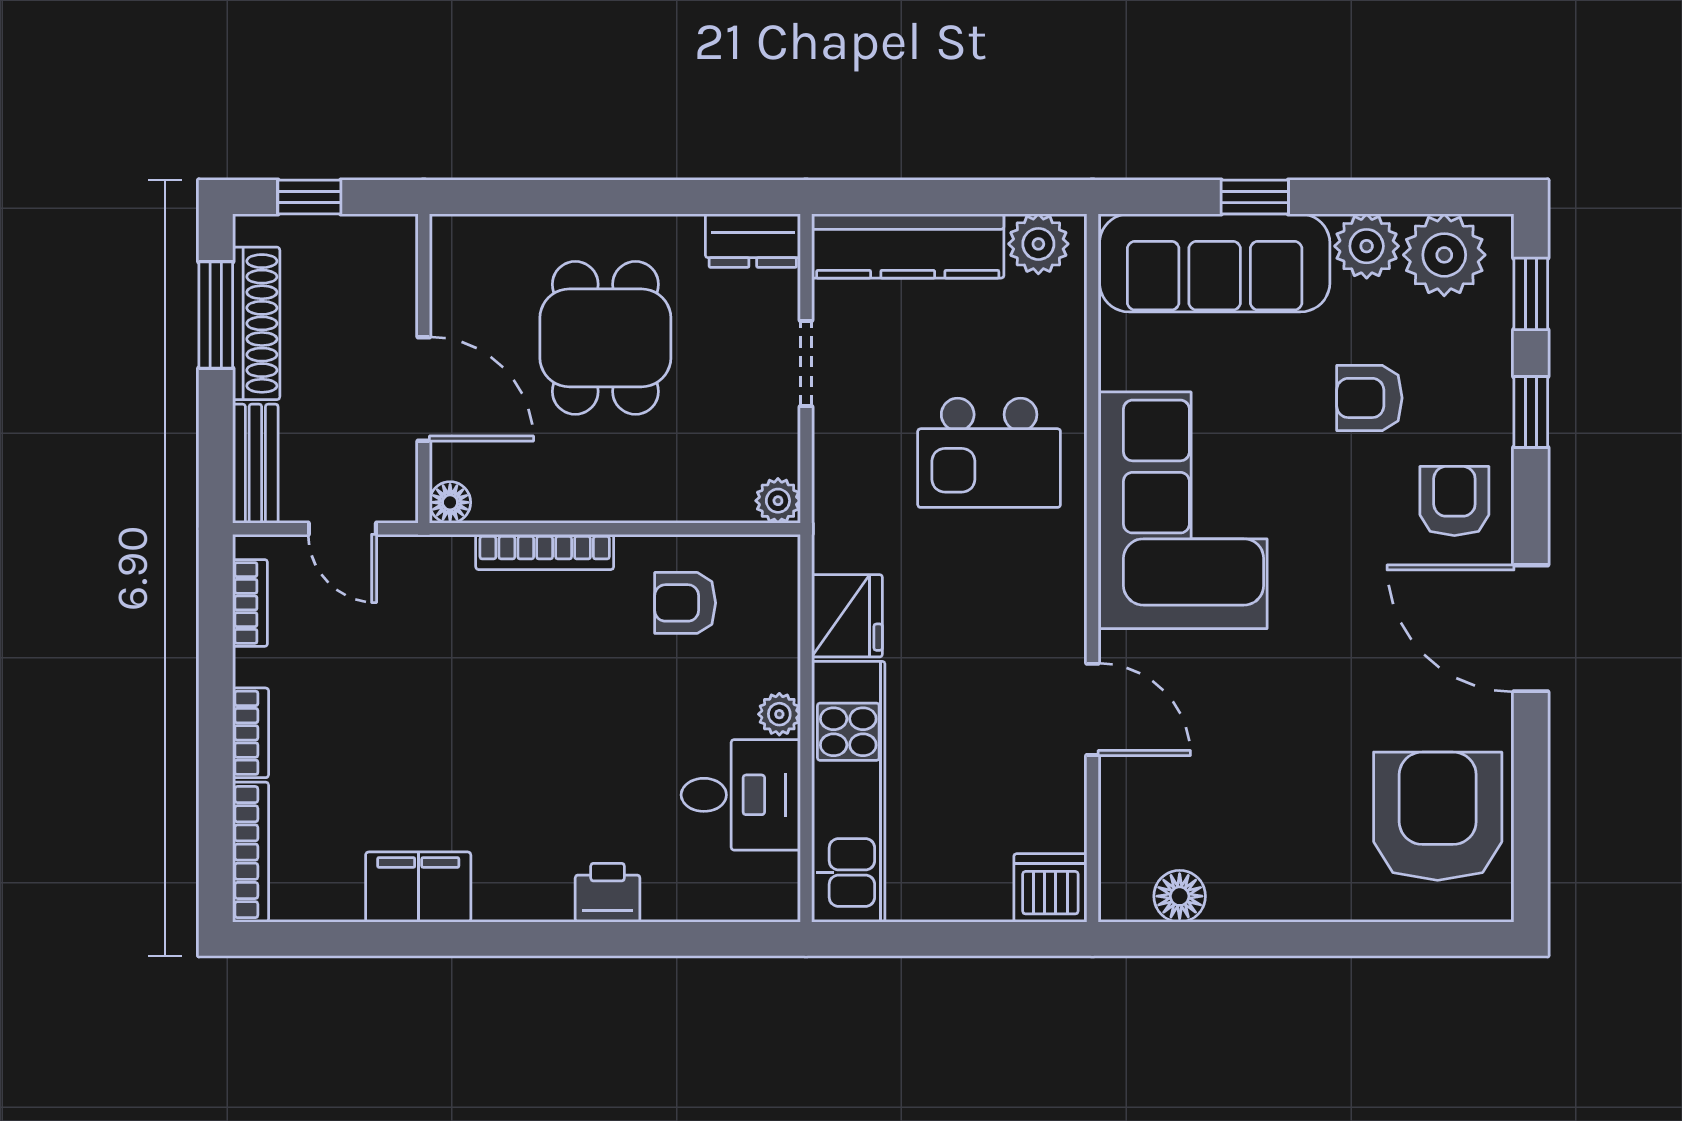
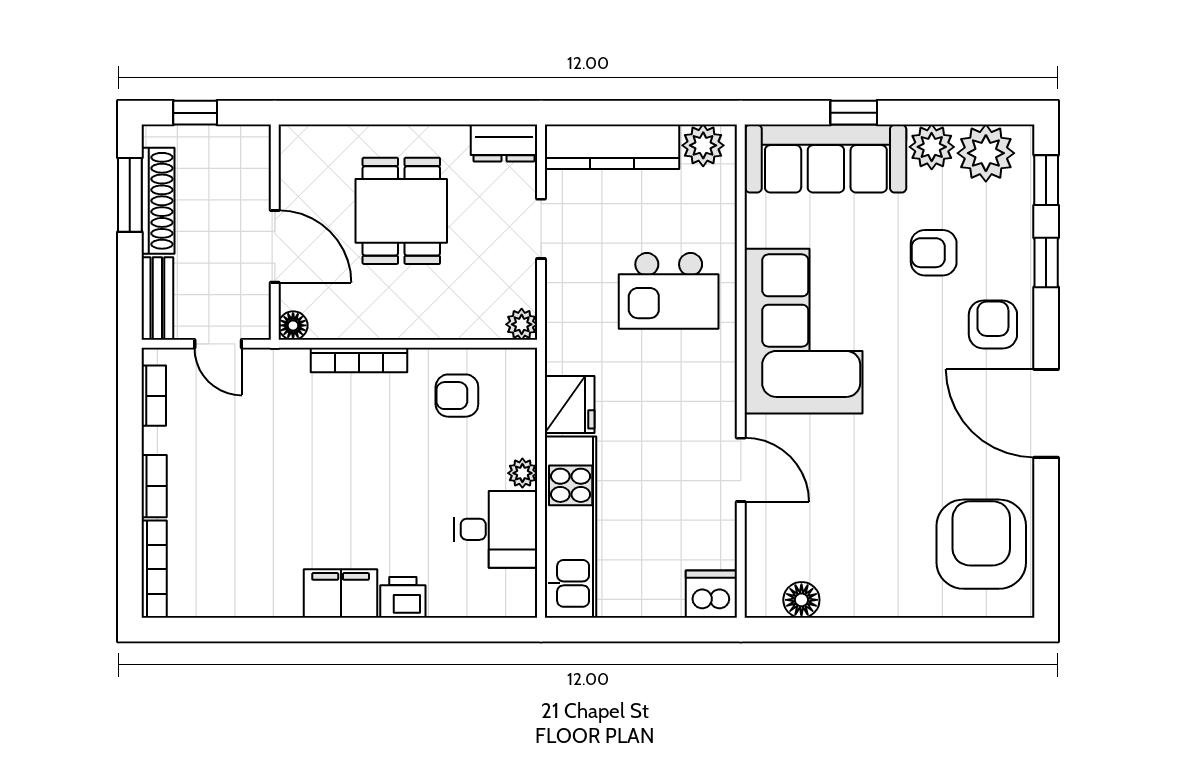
filing cabinet: (418, 887) -> (341, 593), moved

